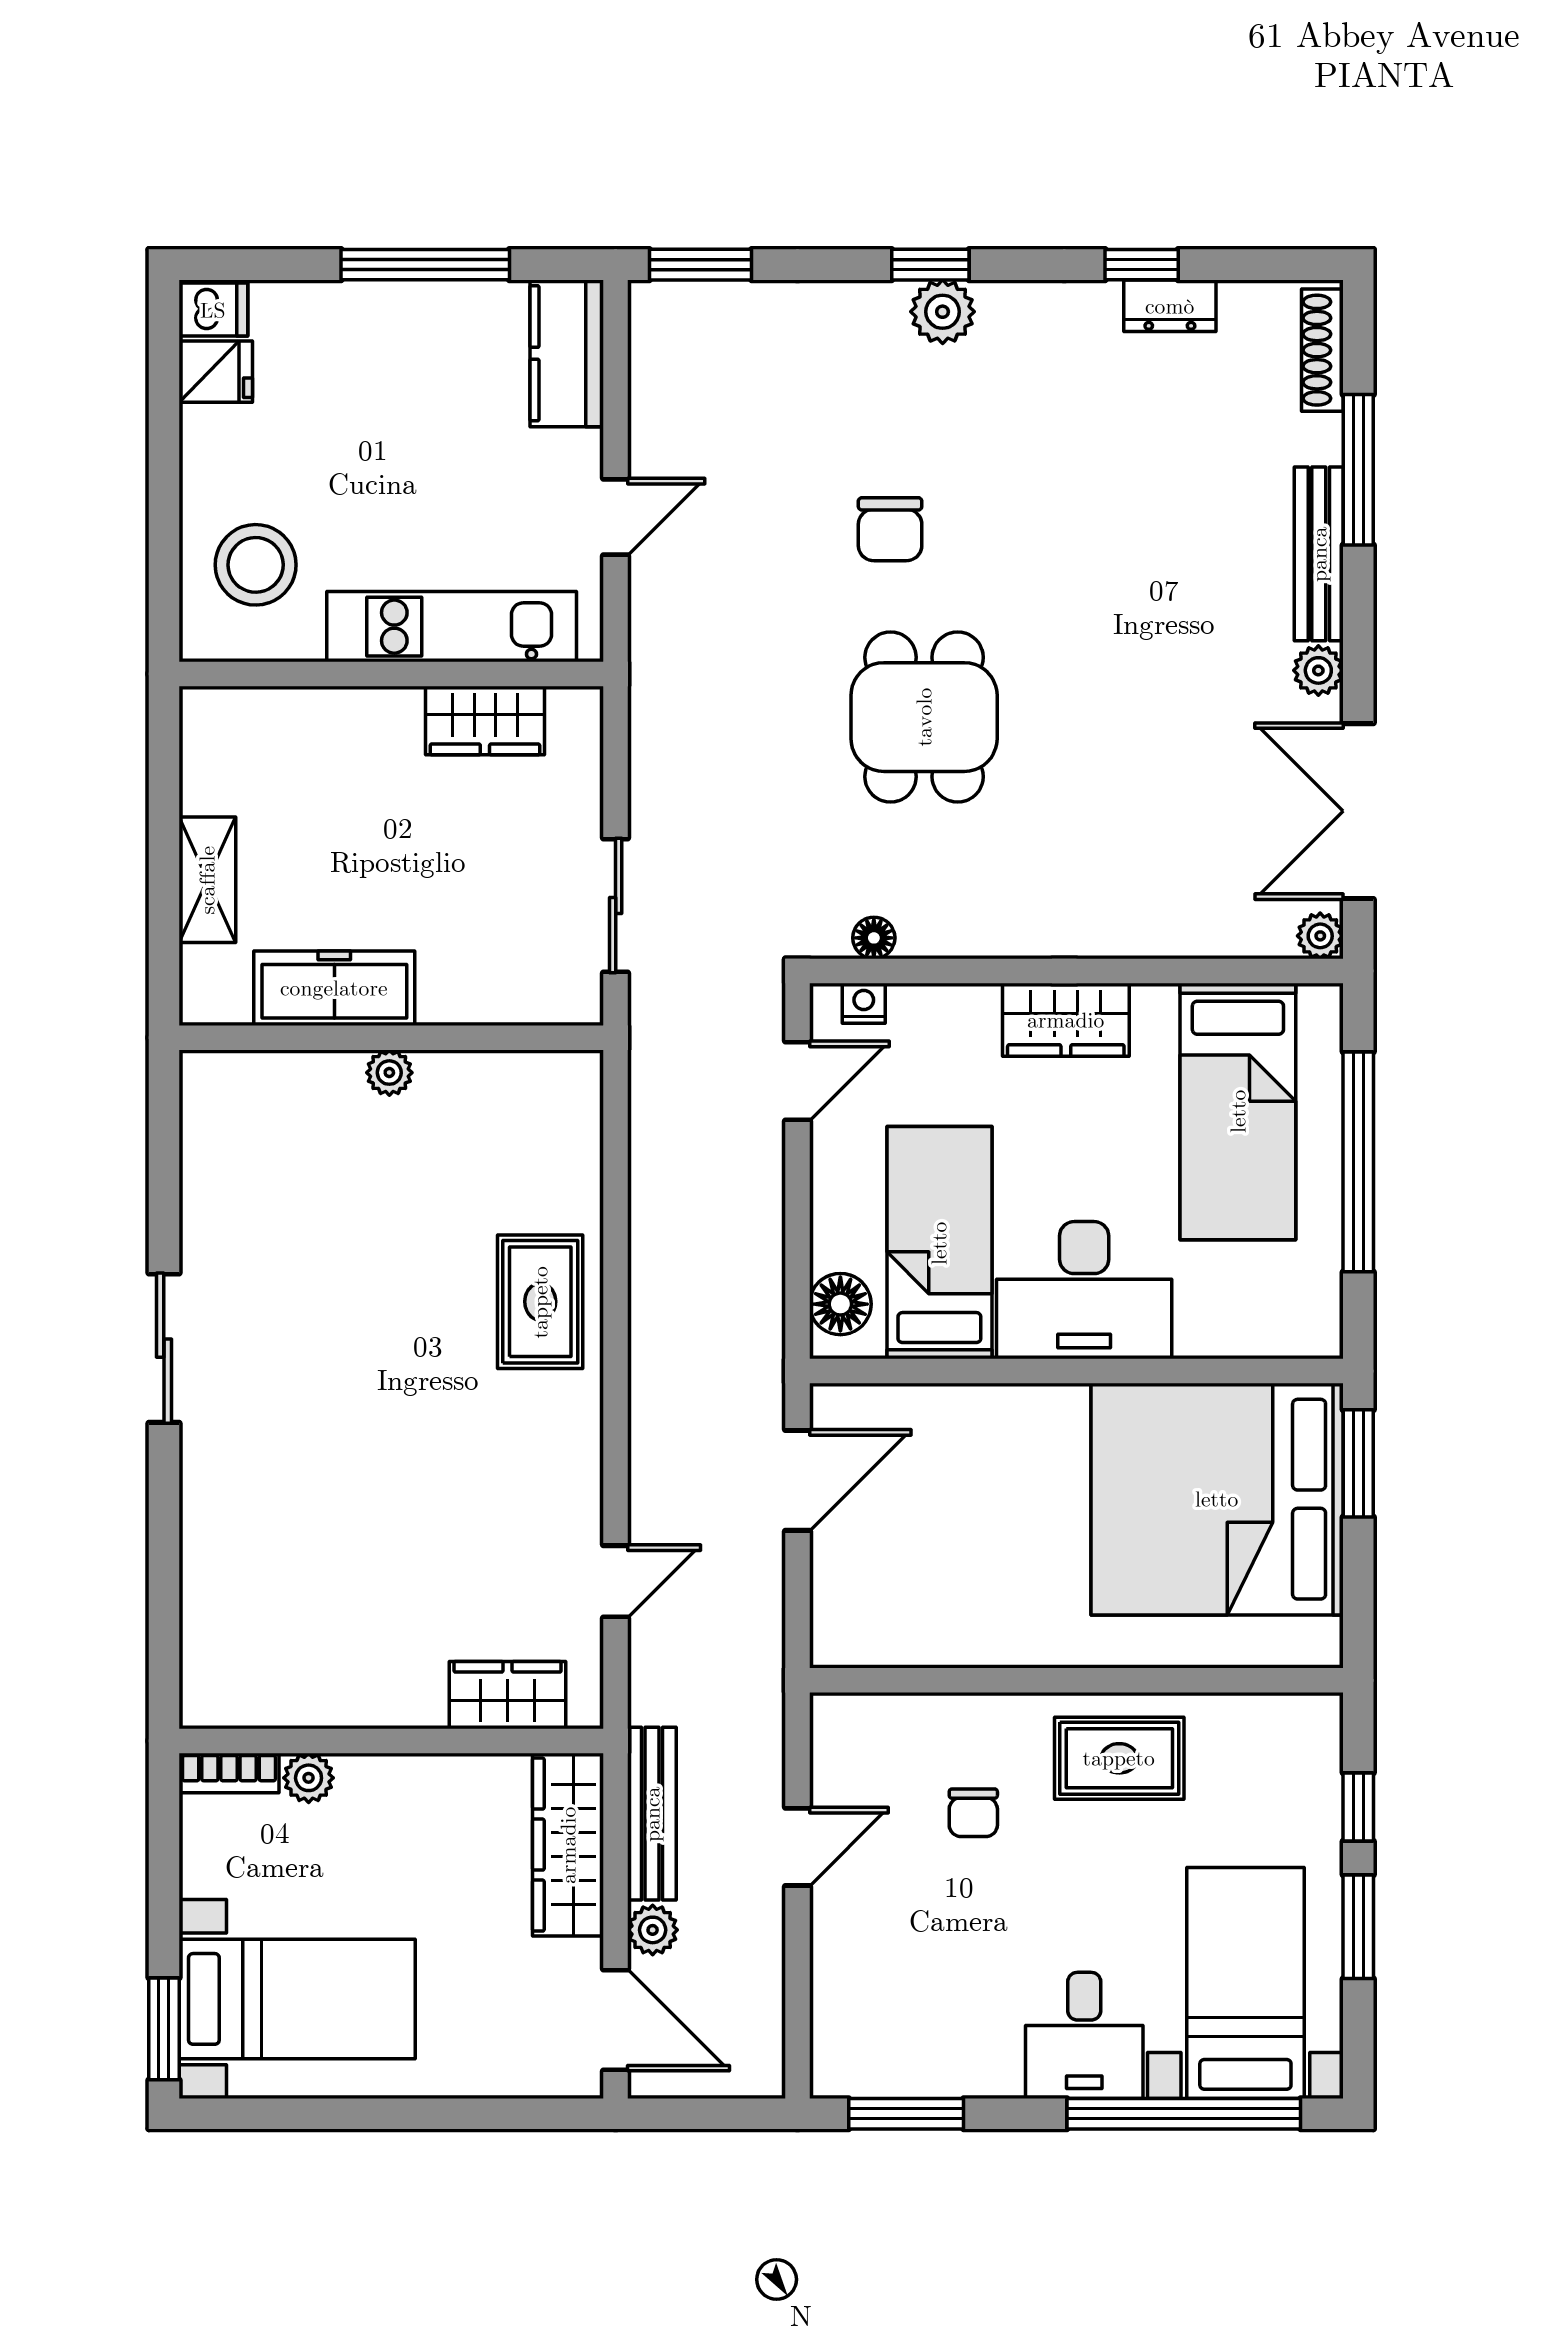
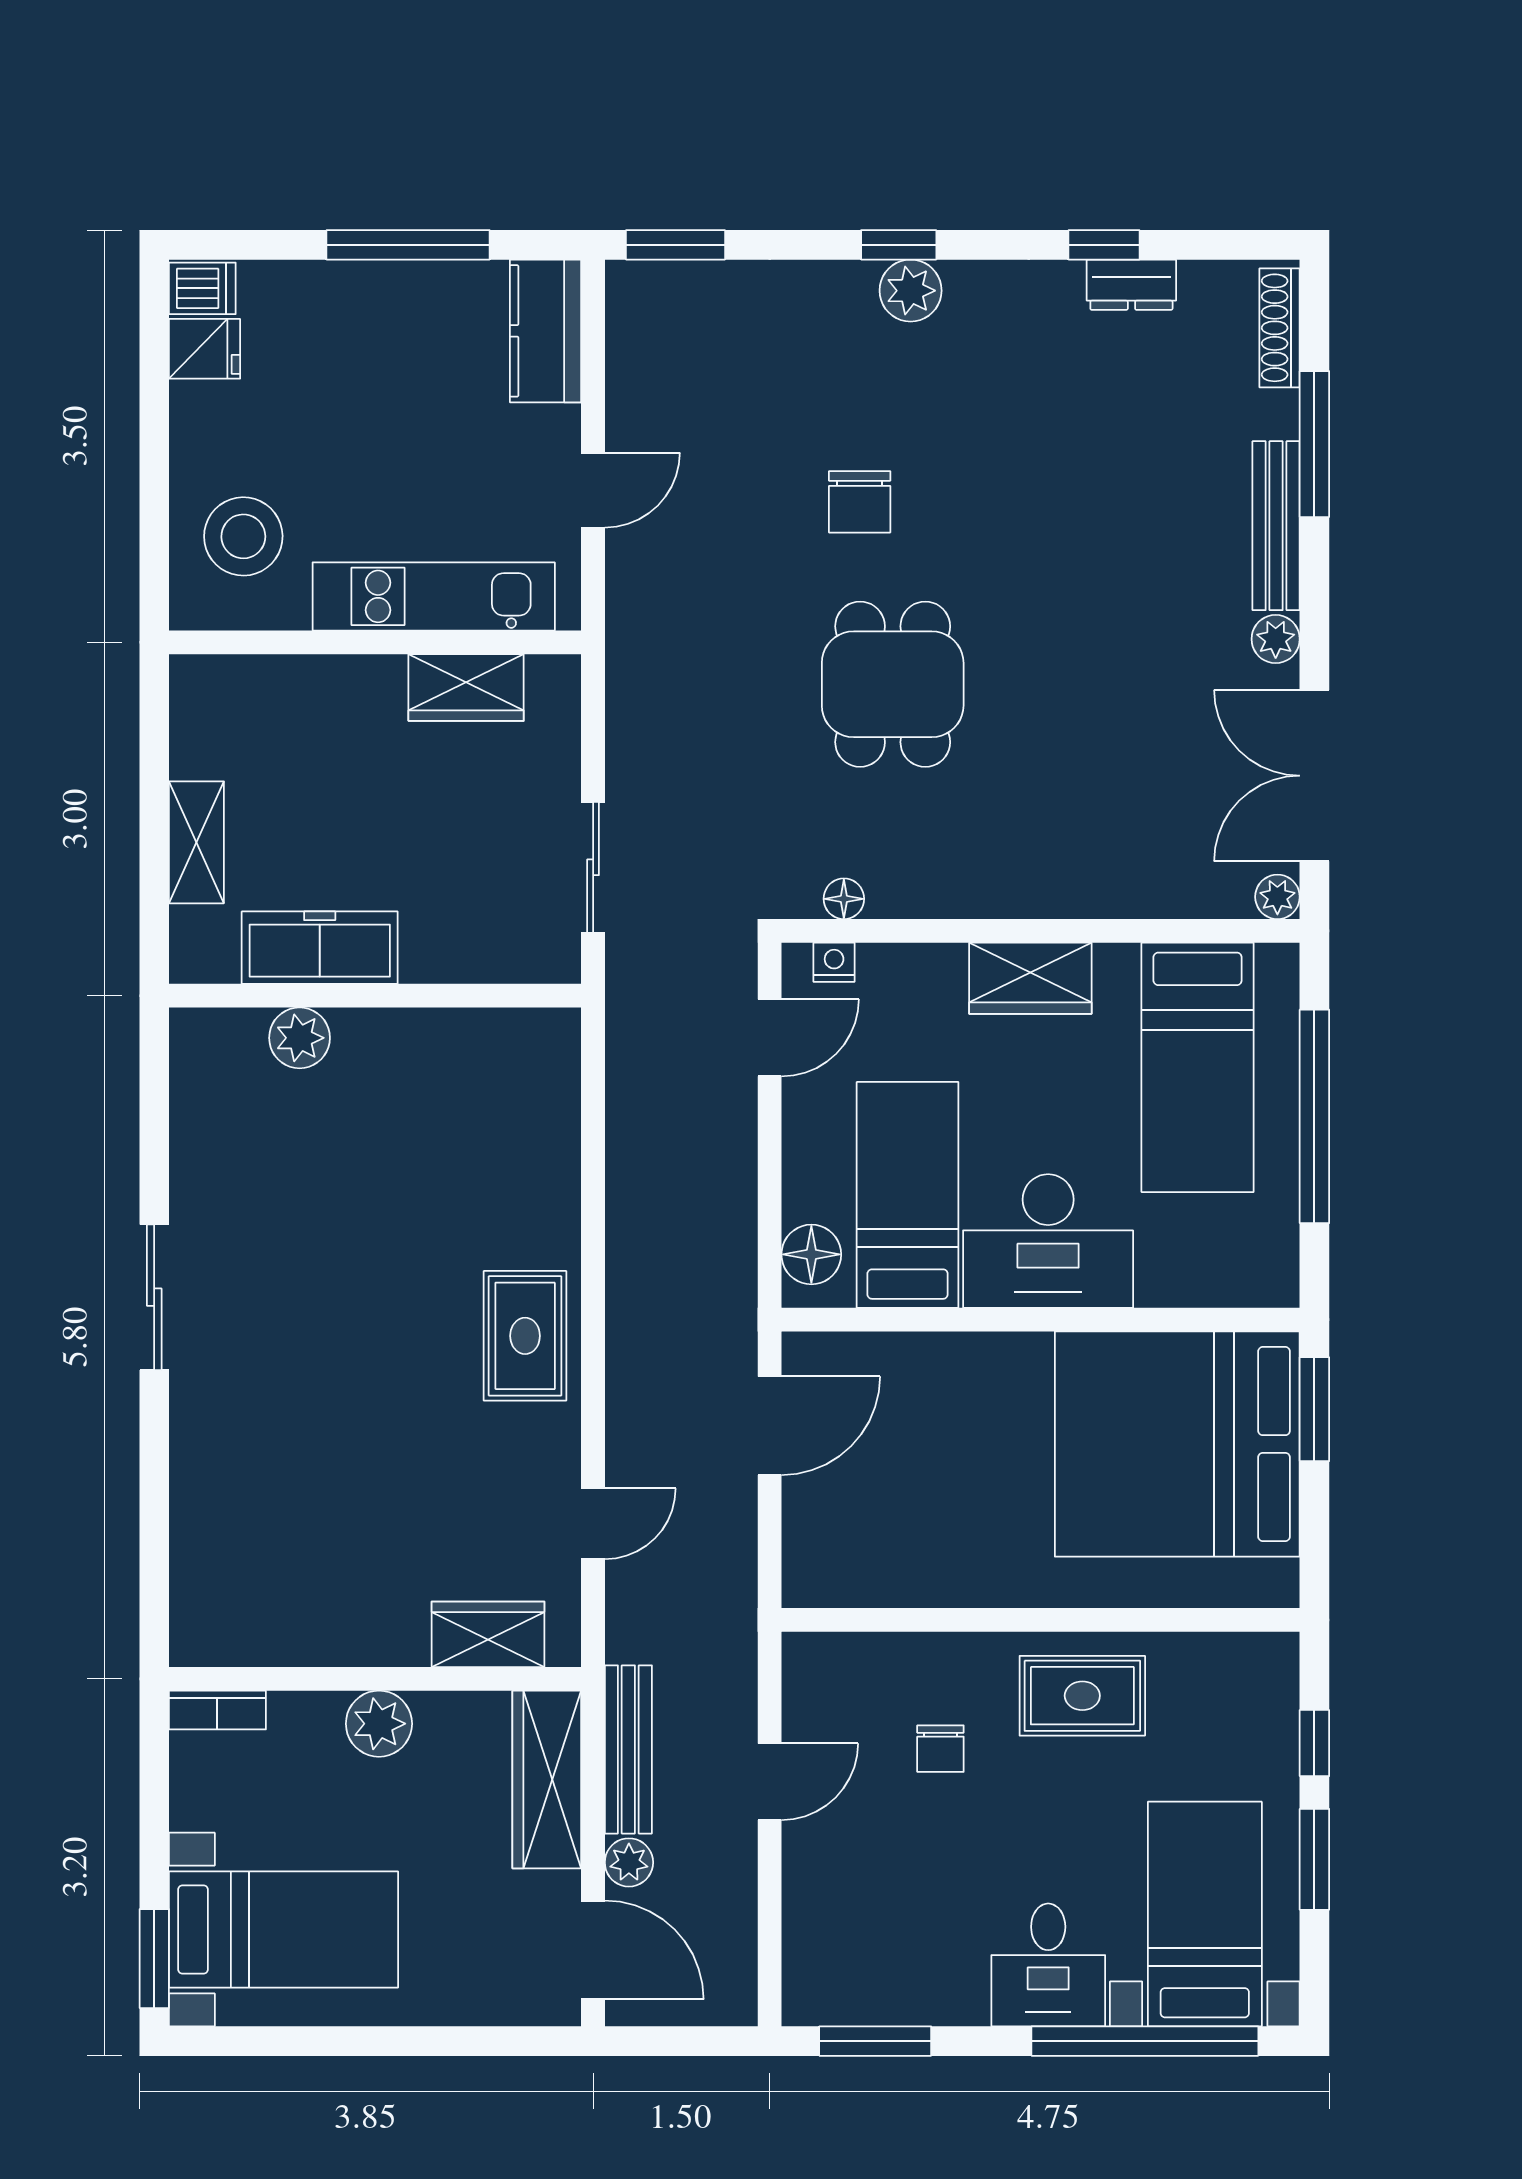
plant: (389, 1073) -> (300, 1038), moved, width x1.38, depth x1.38
rug: (540, 1302) -> (525, 1336), moved
plant: (309, 1778) -> (379, 1724), moved, width x1.38, depth x1.38

